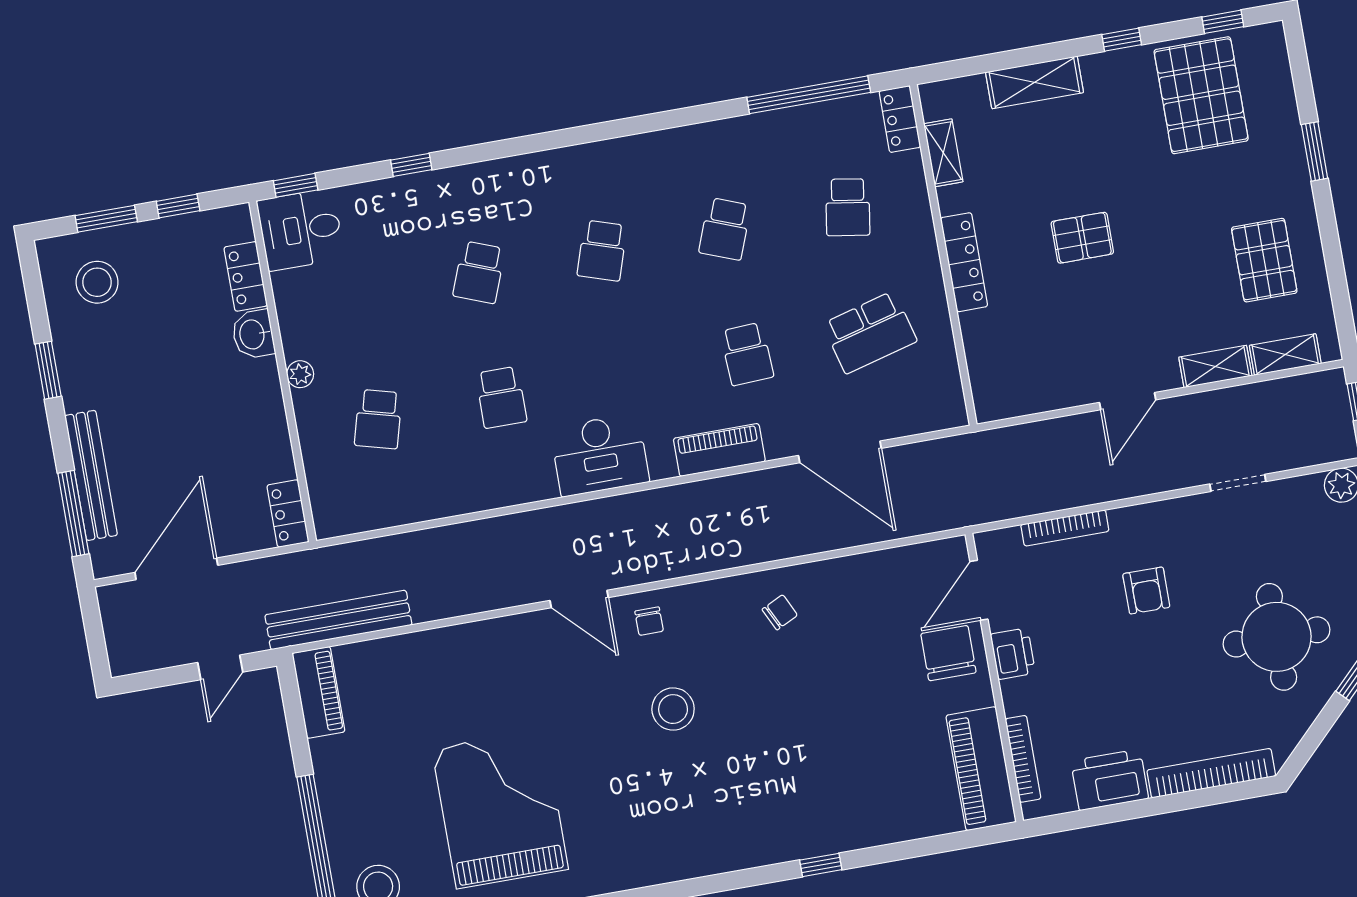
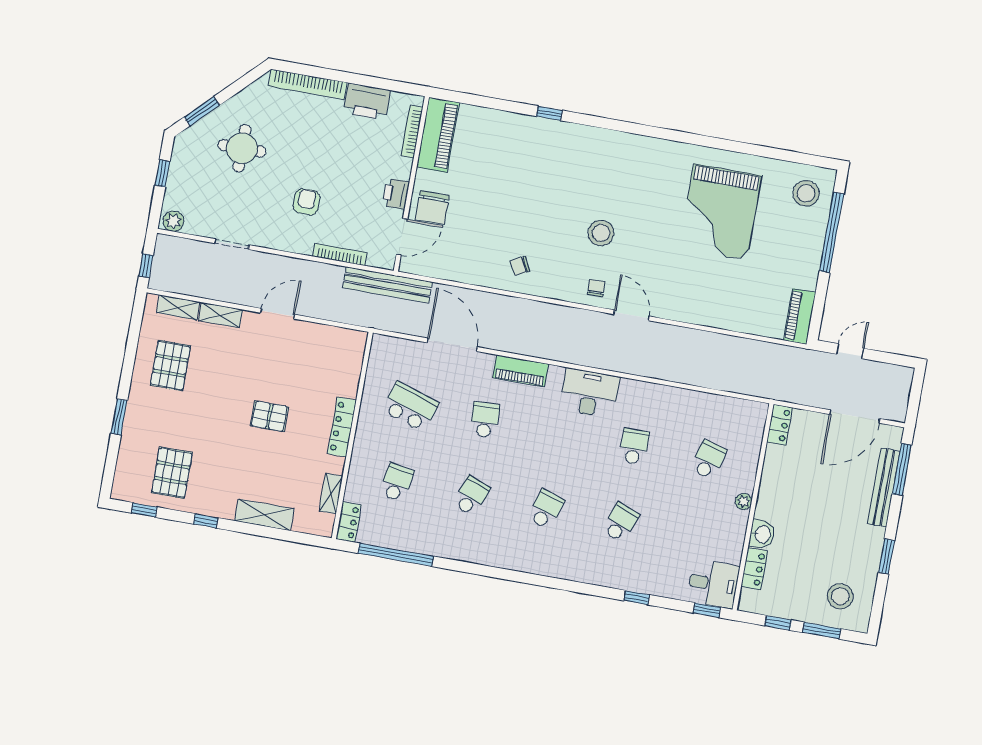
pallet: (1201, 95) -> (172, 473), width x0.73, depth x0.71
school desk: (870, 332) -> (410, 407), turned 33
bench: (338, 620) -> (387, 285), moved
round table: (1277, 637) -> (242, 148), width x0.73, depth x0.73

